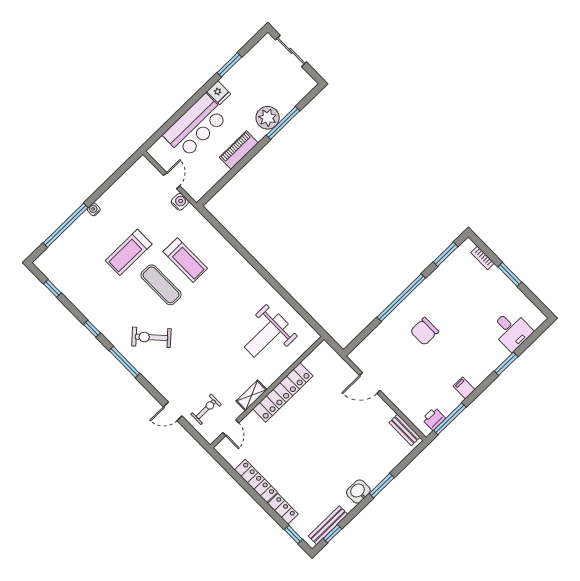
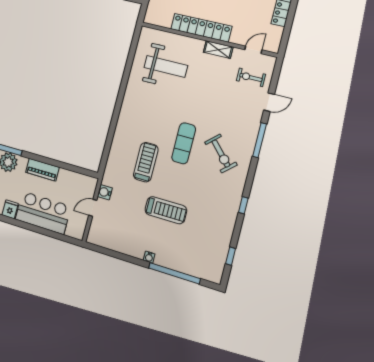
exercise mat: (161, 285) -> (184, 143), moved
window: (124, 362) -> (260, 140), moved
door: (173, 411) -> (269, 102), hinge flipped

